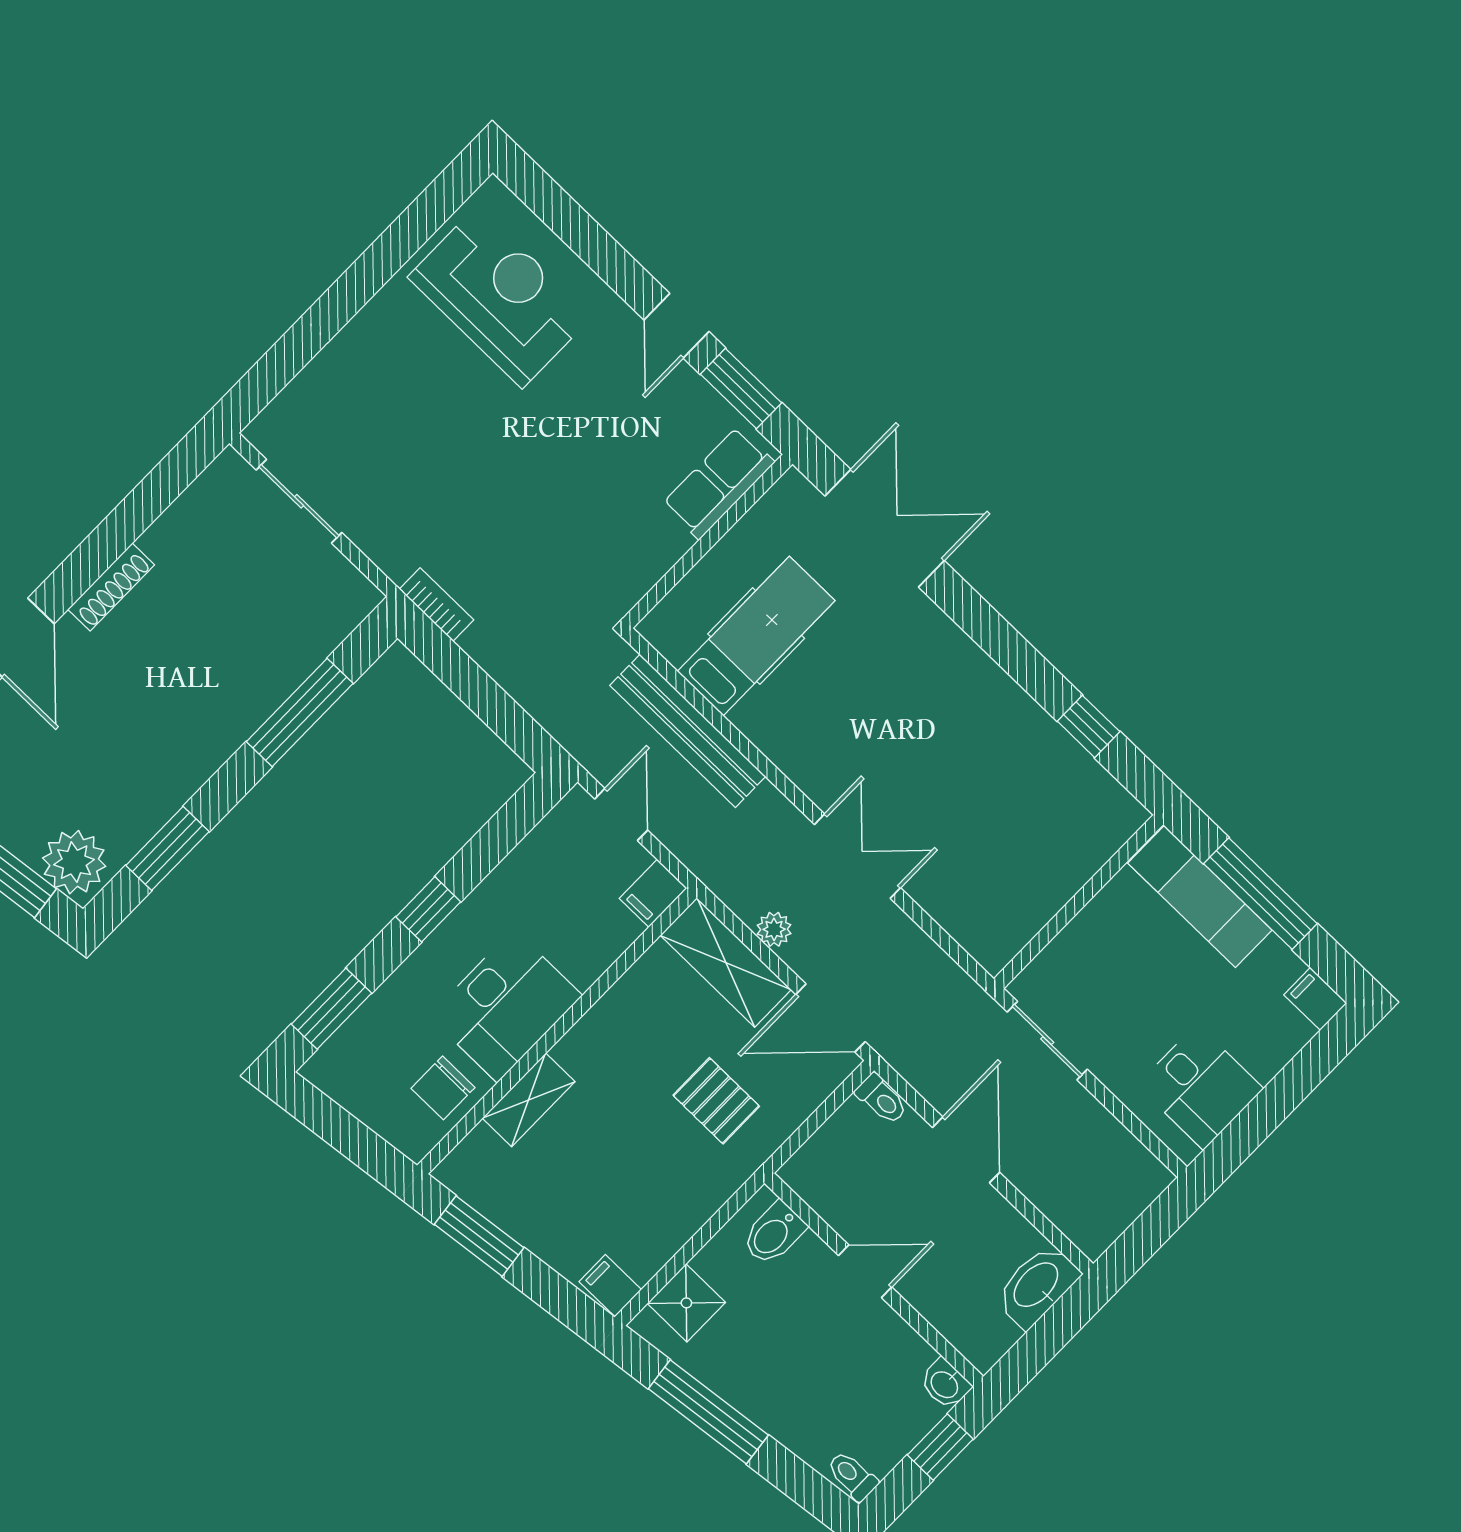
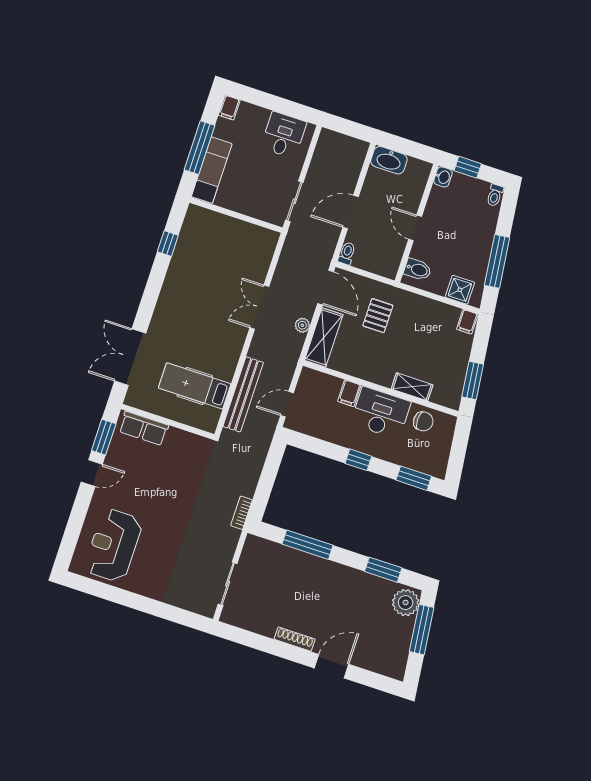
filing cabinet: (653, 893) -> (349, 393), moved, turned 90

